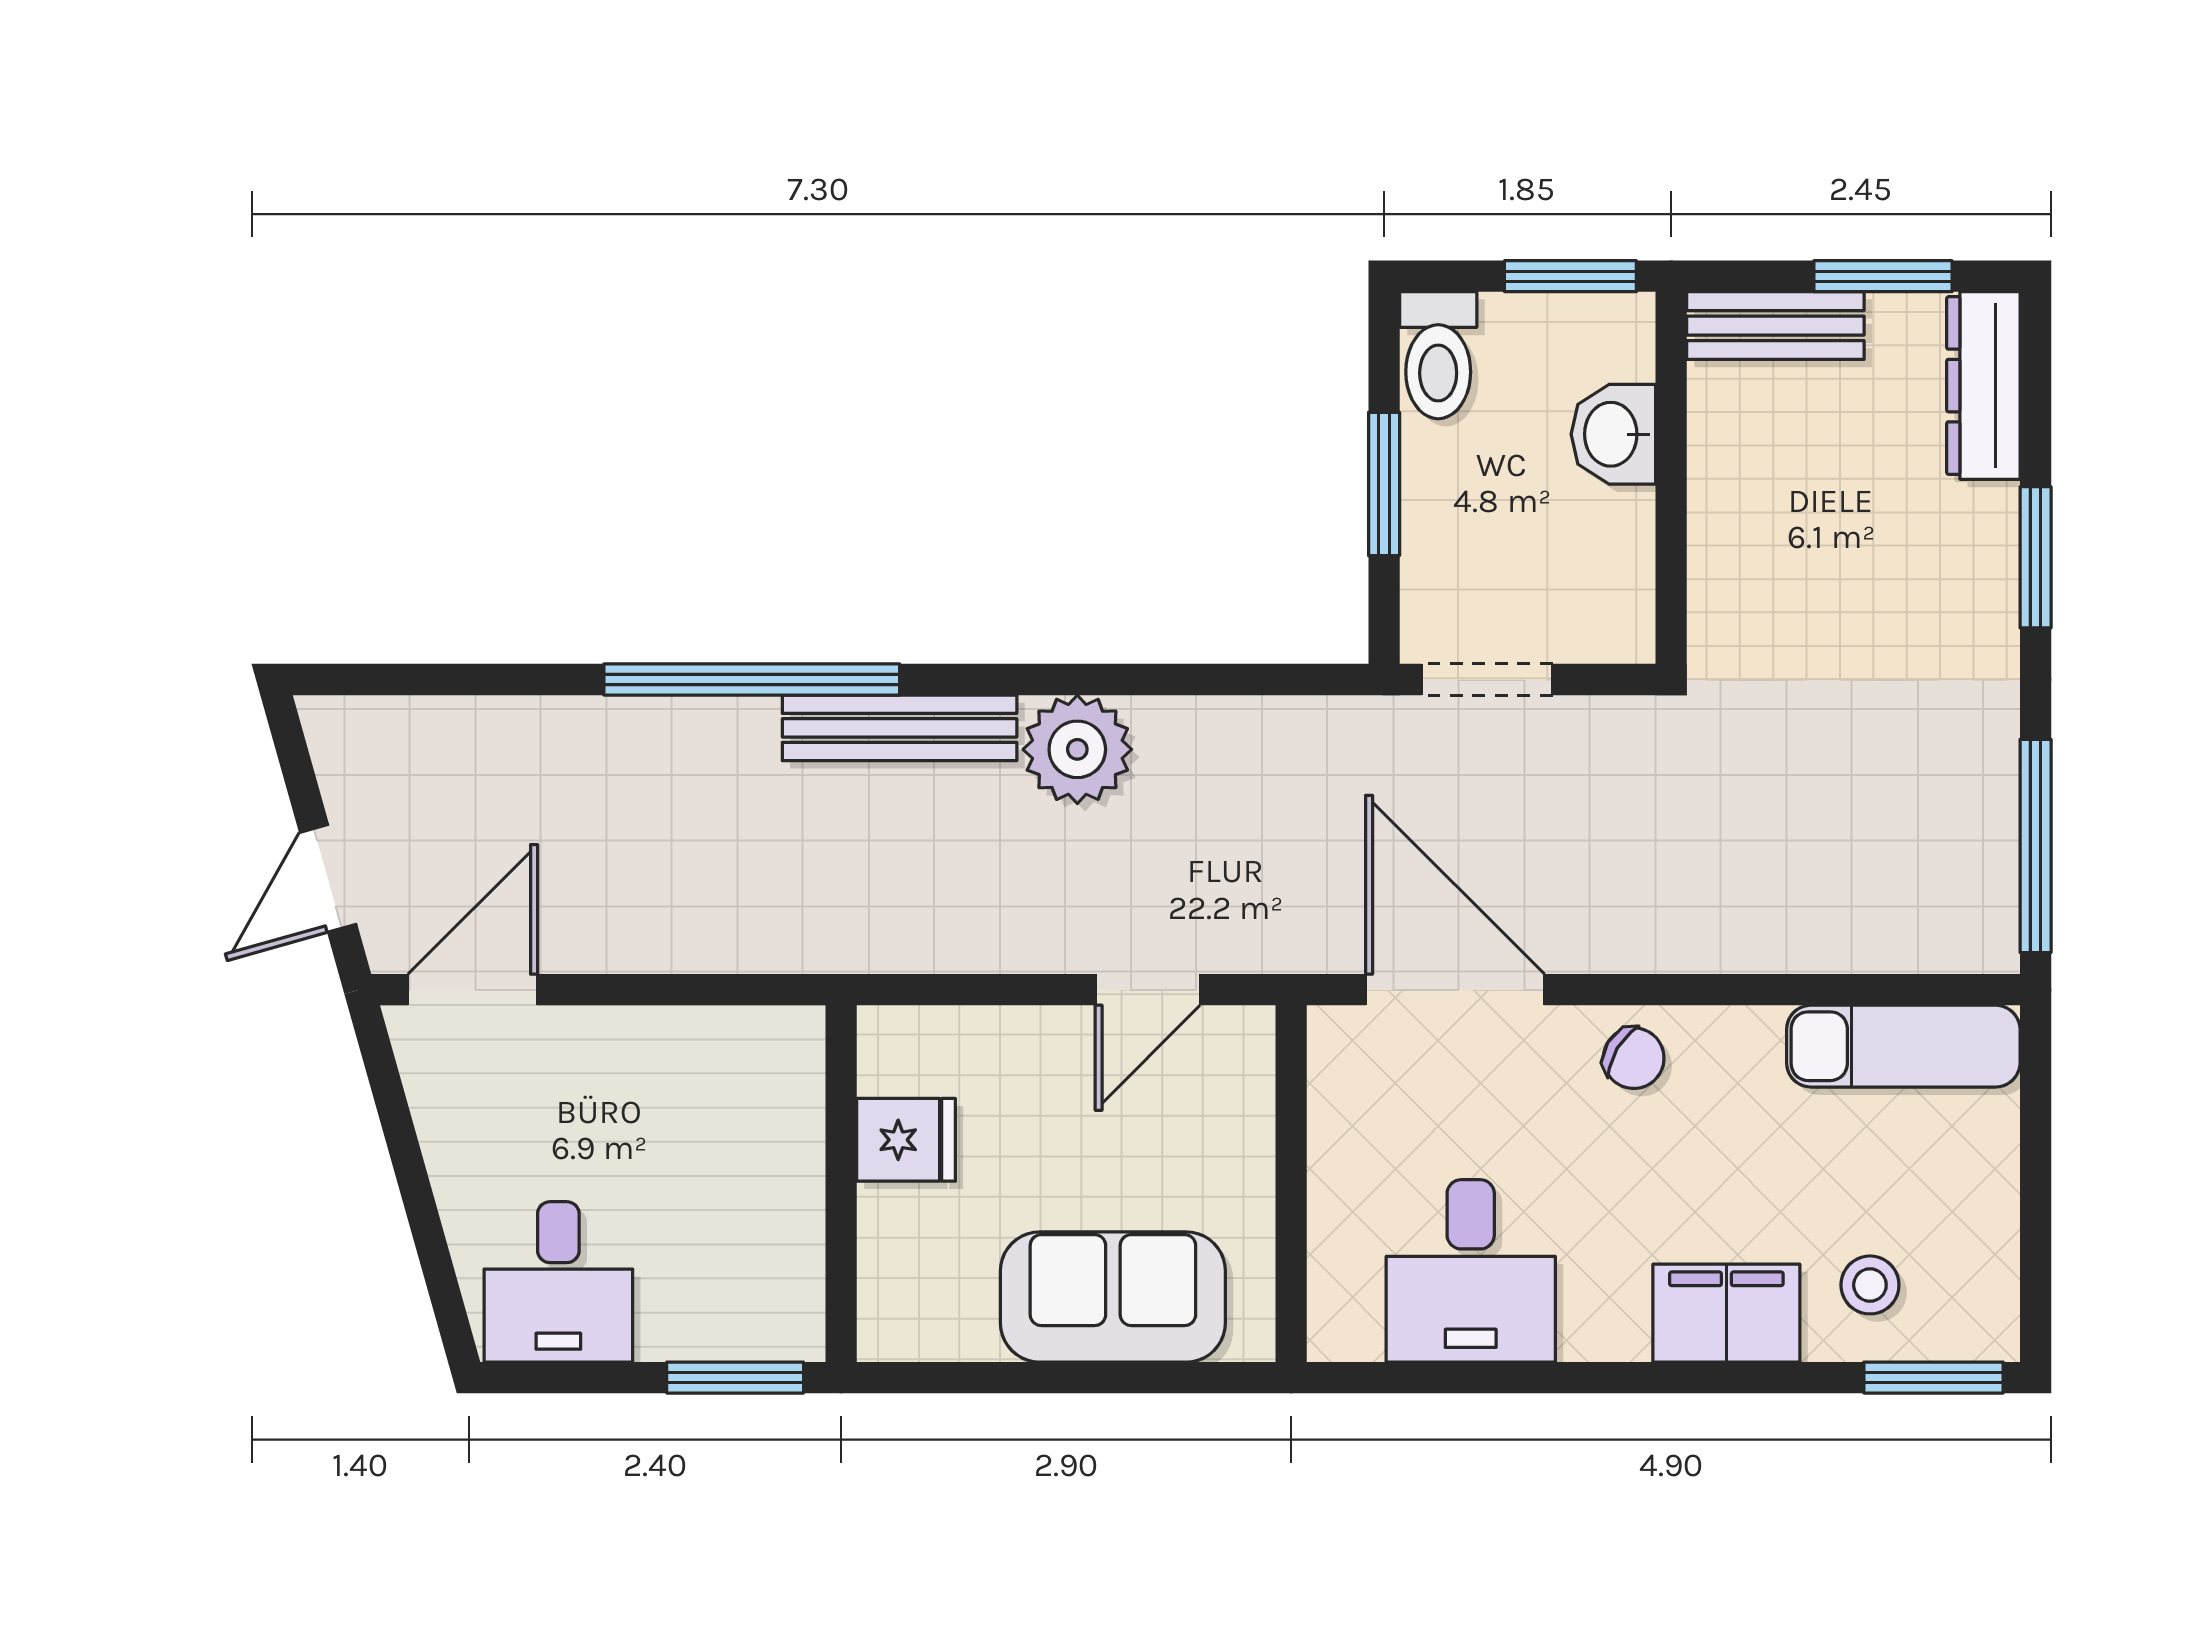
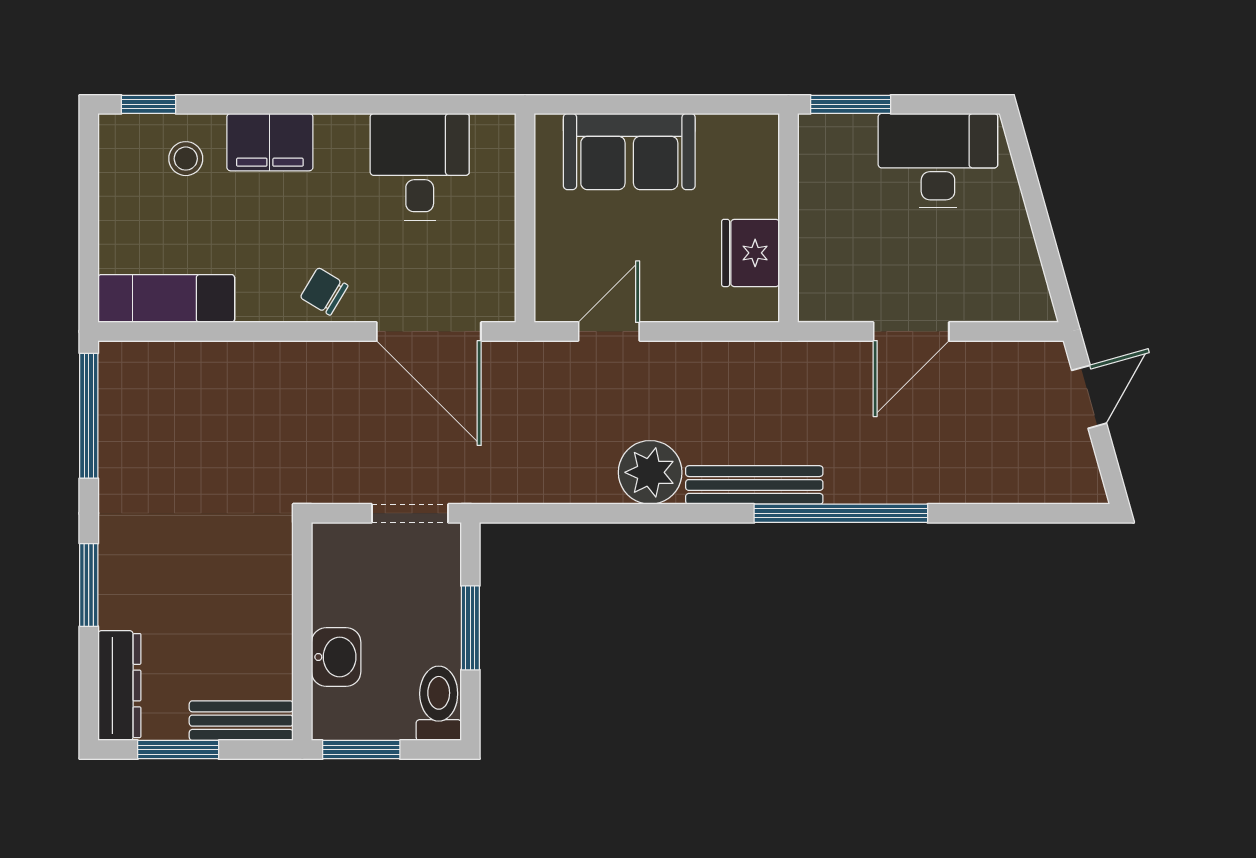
door: (473, 990) -> (911, 332), moved
fridge: (906, 1140) -> (750, 253), width x1.38
desk: (558, 1282) -> (938, 160), width x1.37
window: (1934, 1378) -> (149, 104), width x0.67

